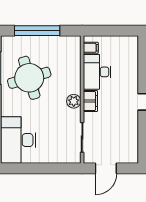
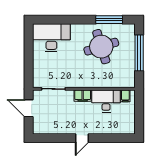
plant: (74, 101) -> (83, 82), removed

